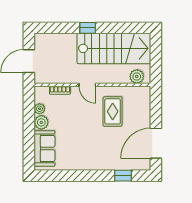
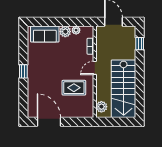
window: (88, 28) -> (140, 44), moved
window: (123, 176) -> (23, 71), moved

